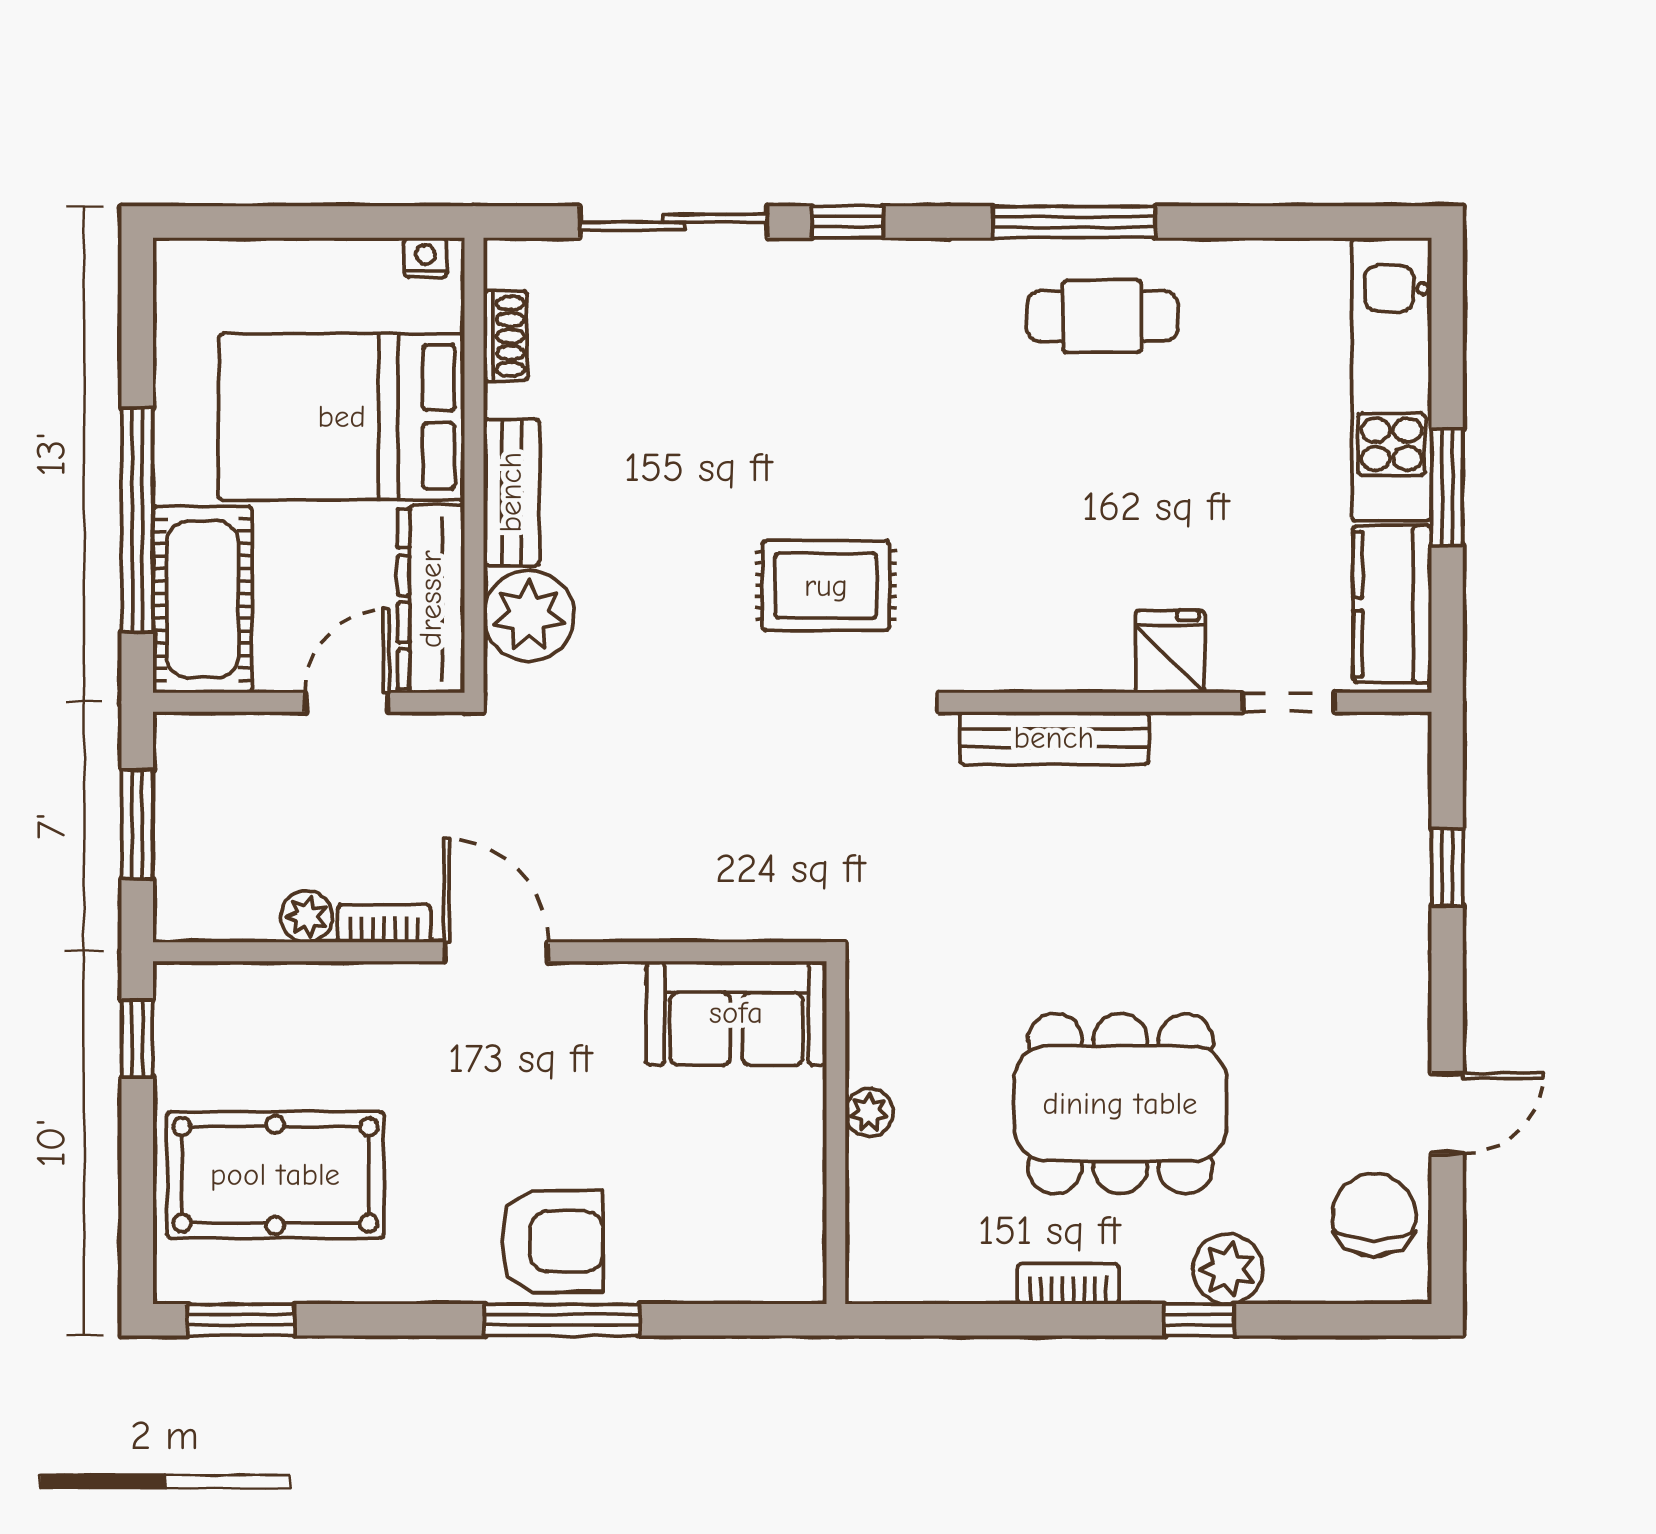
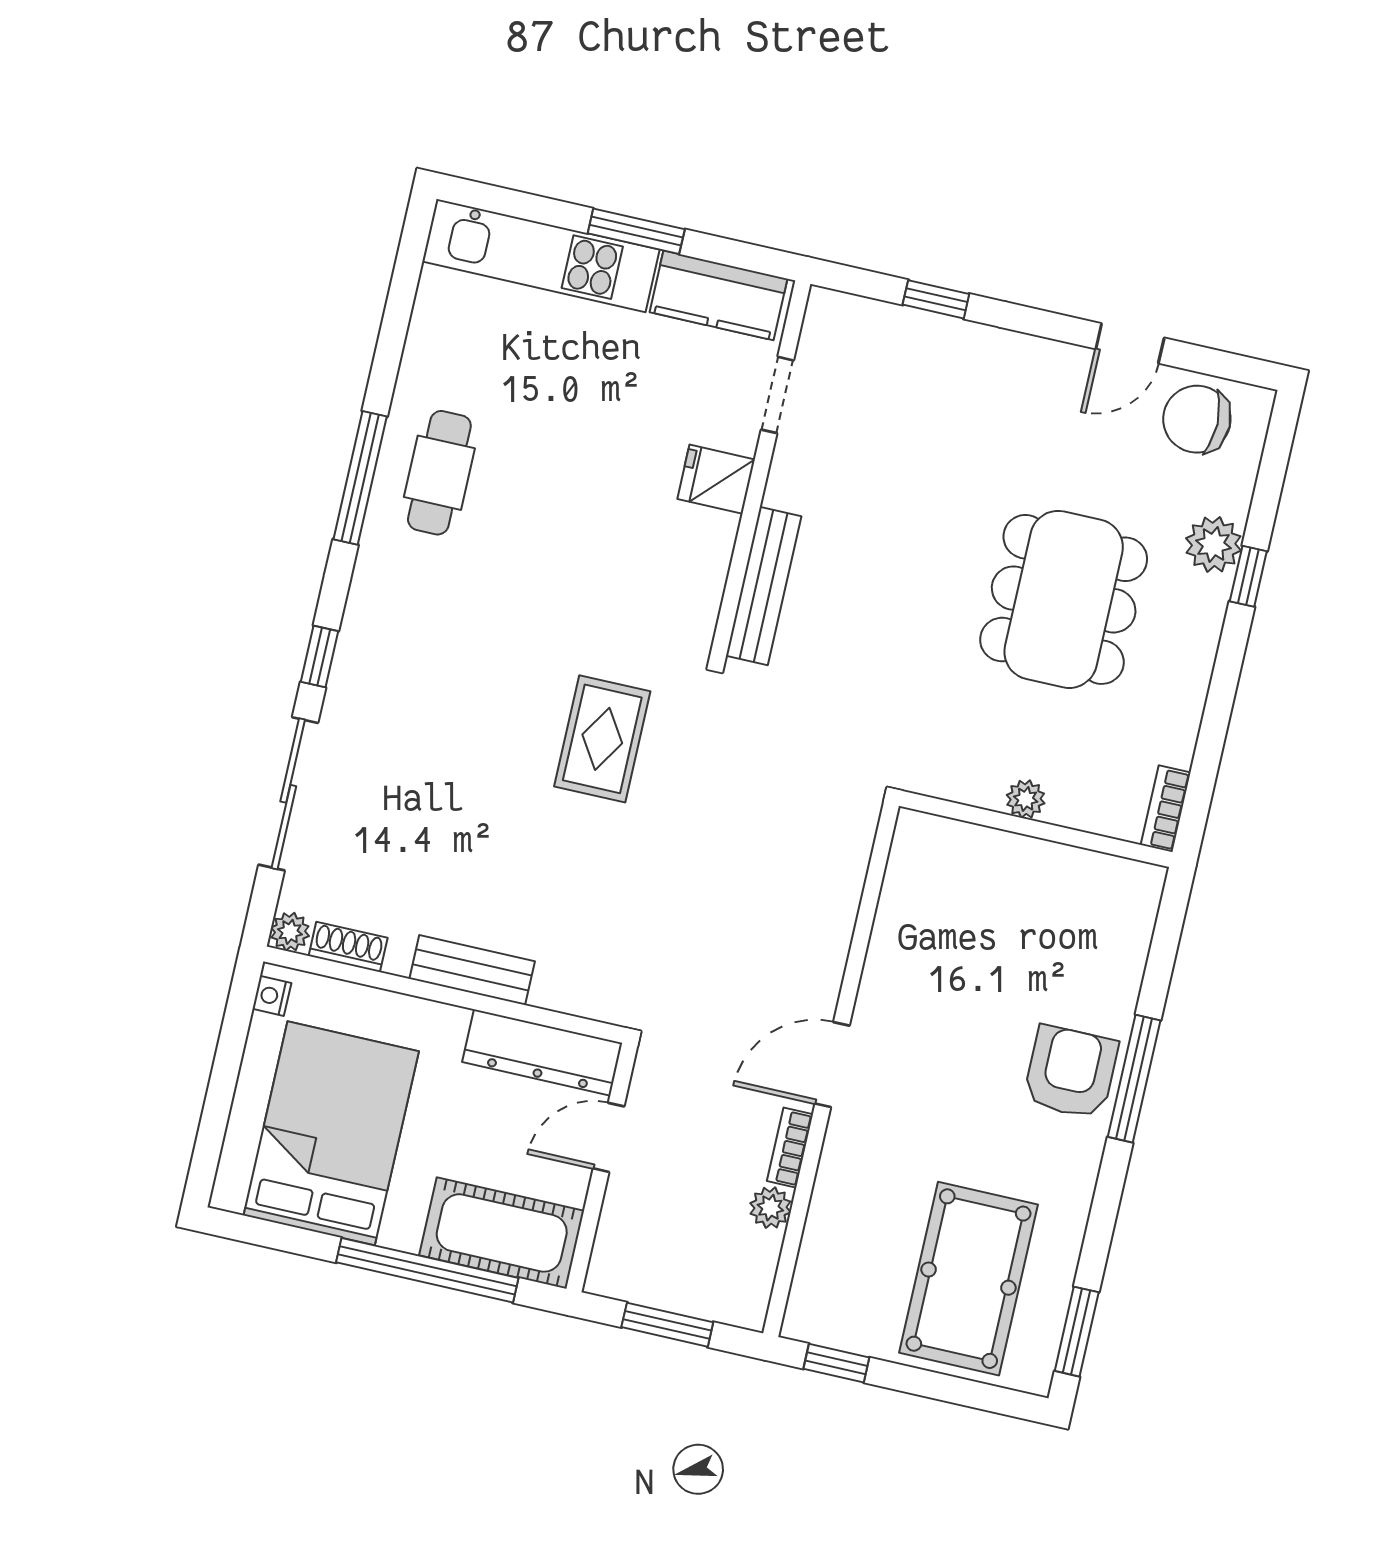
bed: (342, 417) -> (331, 1133), moved, turned 180
plant: (529, 616) -> (290, 932), moved, width x0.53, depth x0.53
door: (347, 702) -> (609, 1137), hinge flipped
sofa: (736, 1013) -> (924, 886), removed
door: (1447, 1113) -> (1130, 343), swing flipped
bookcase: (1068, 1284) -> (1166, 809), moved

